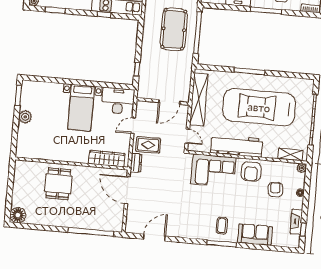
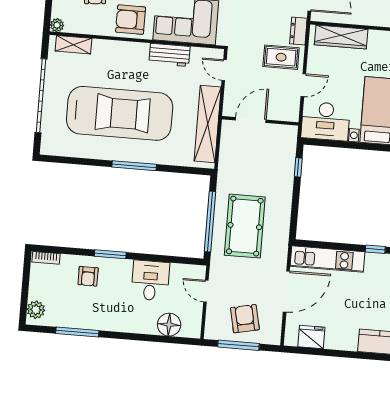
window: (266, 11) -> (110, 254), width x0.69
window: (104, 14) -> (375, 249), moved
workbench: (237, 146) -> (169, 55), width x0.53, depth x0.76
armchair: (251, 171) -> (131, 20), turned -90

